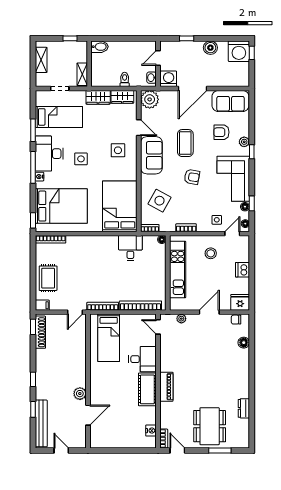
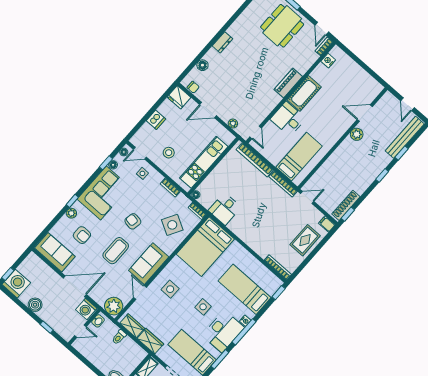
bed: (61, 206) -> (245, 289), width x0.67
dresser: (244, 408) -> (222, 42), moved

